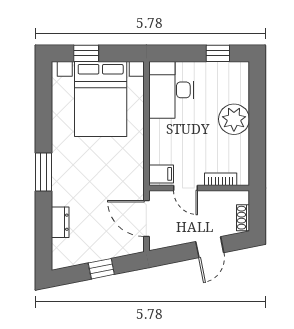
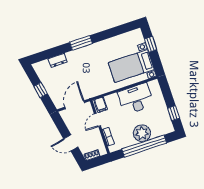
desk: (171, 90) -> (136, 99), moved
bed with nightstands: (101, 99) -> (131, 66), width x0.73
window: (257, 123) -> (144, 146), added

